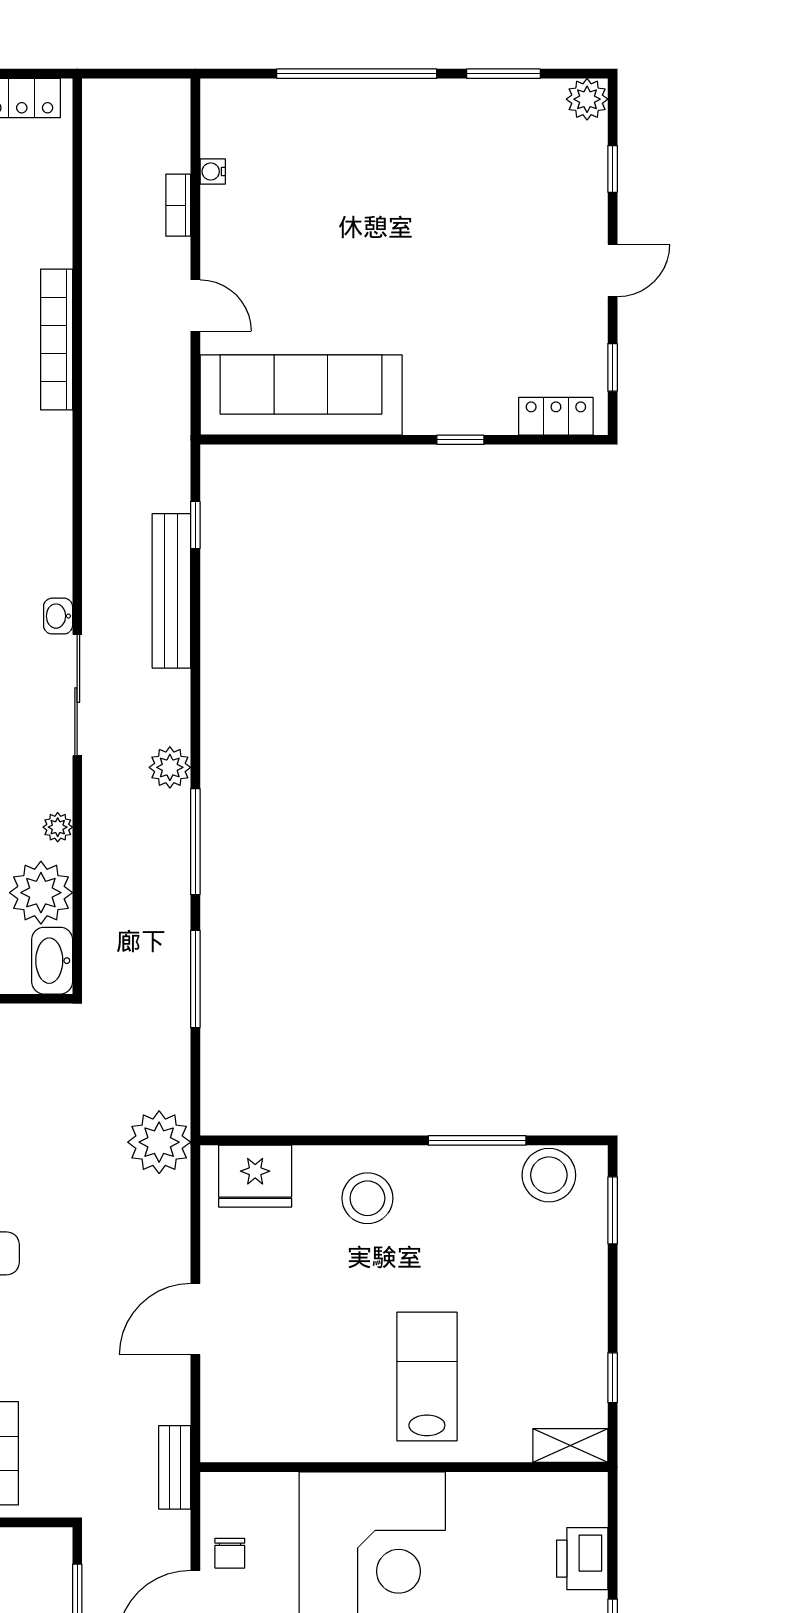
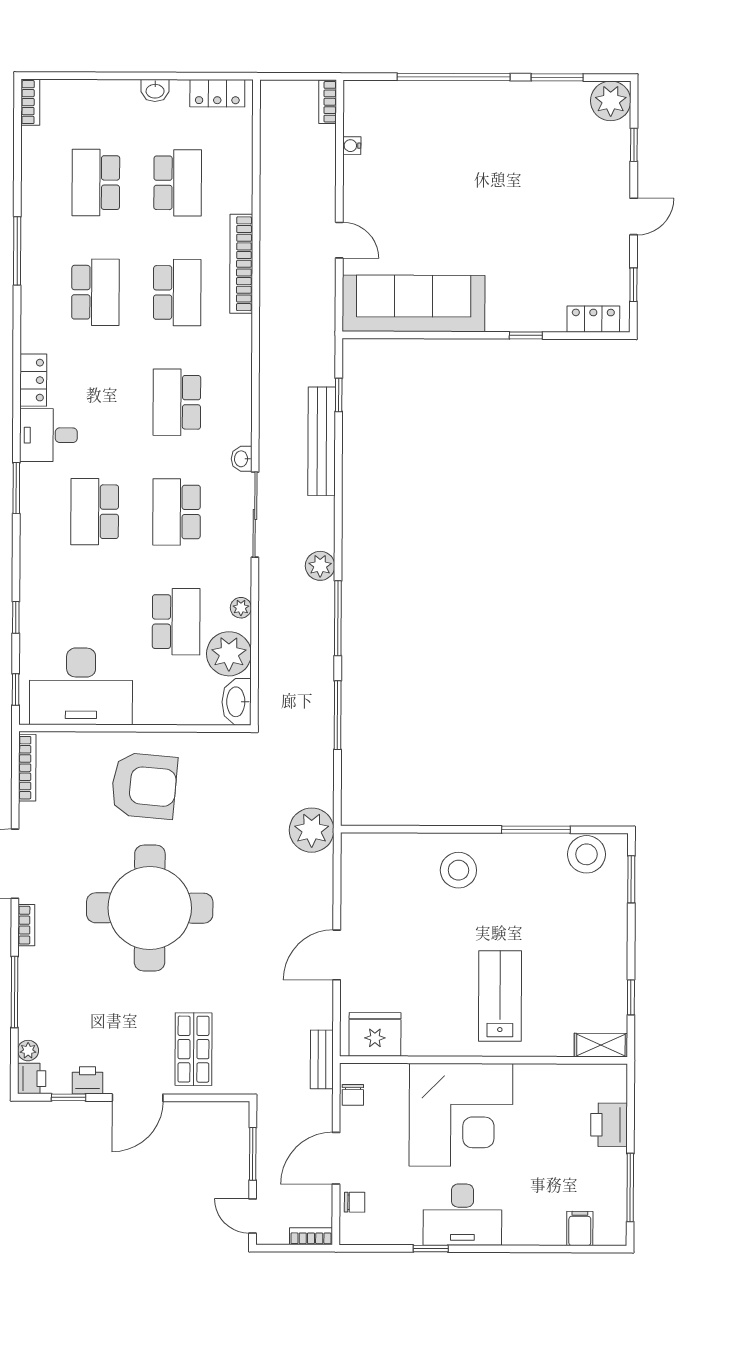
plant: (587, 99) -> (611, 101), width x1.36, depth x1.36
bookcase: (178, 205) -> (328, 102), moved
fridge: (255, 1176) -> (375, 1034), moved, turned 180
chair: (230, 1553) -> (353, 1095), moved

